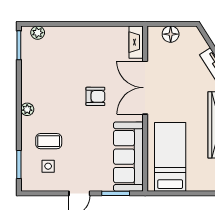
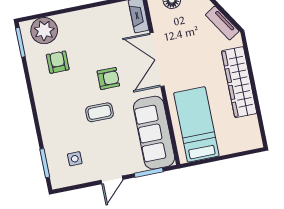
plant: (38, 33) -> (44, 31), width x1.87, depth x1.87
armchair: (50, 71) -> (58, 62), added
plant: (27, 109) -> (42, 105), removed
coffee table: (49, 141) -> (99, 112), moved

